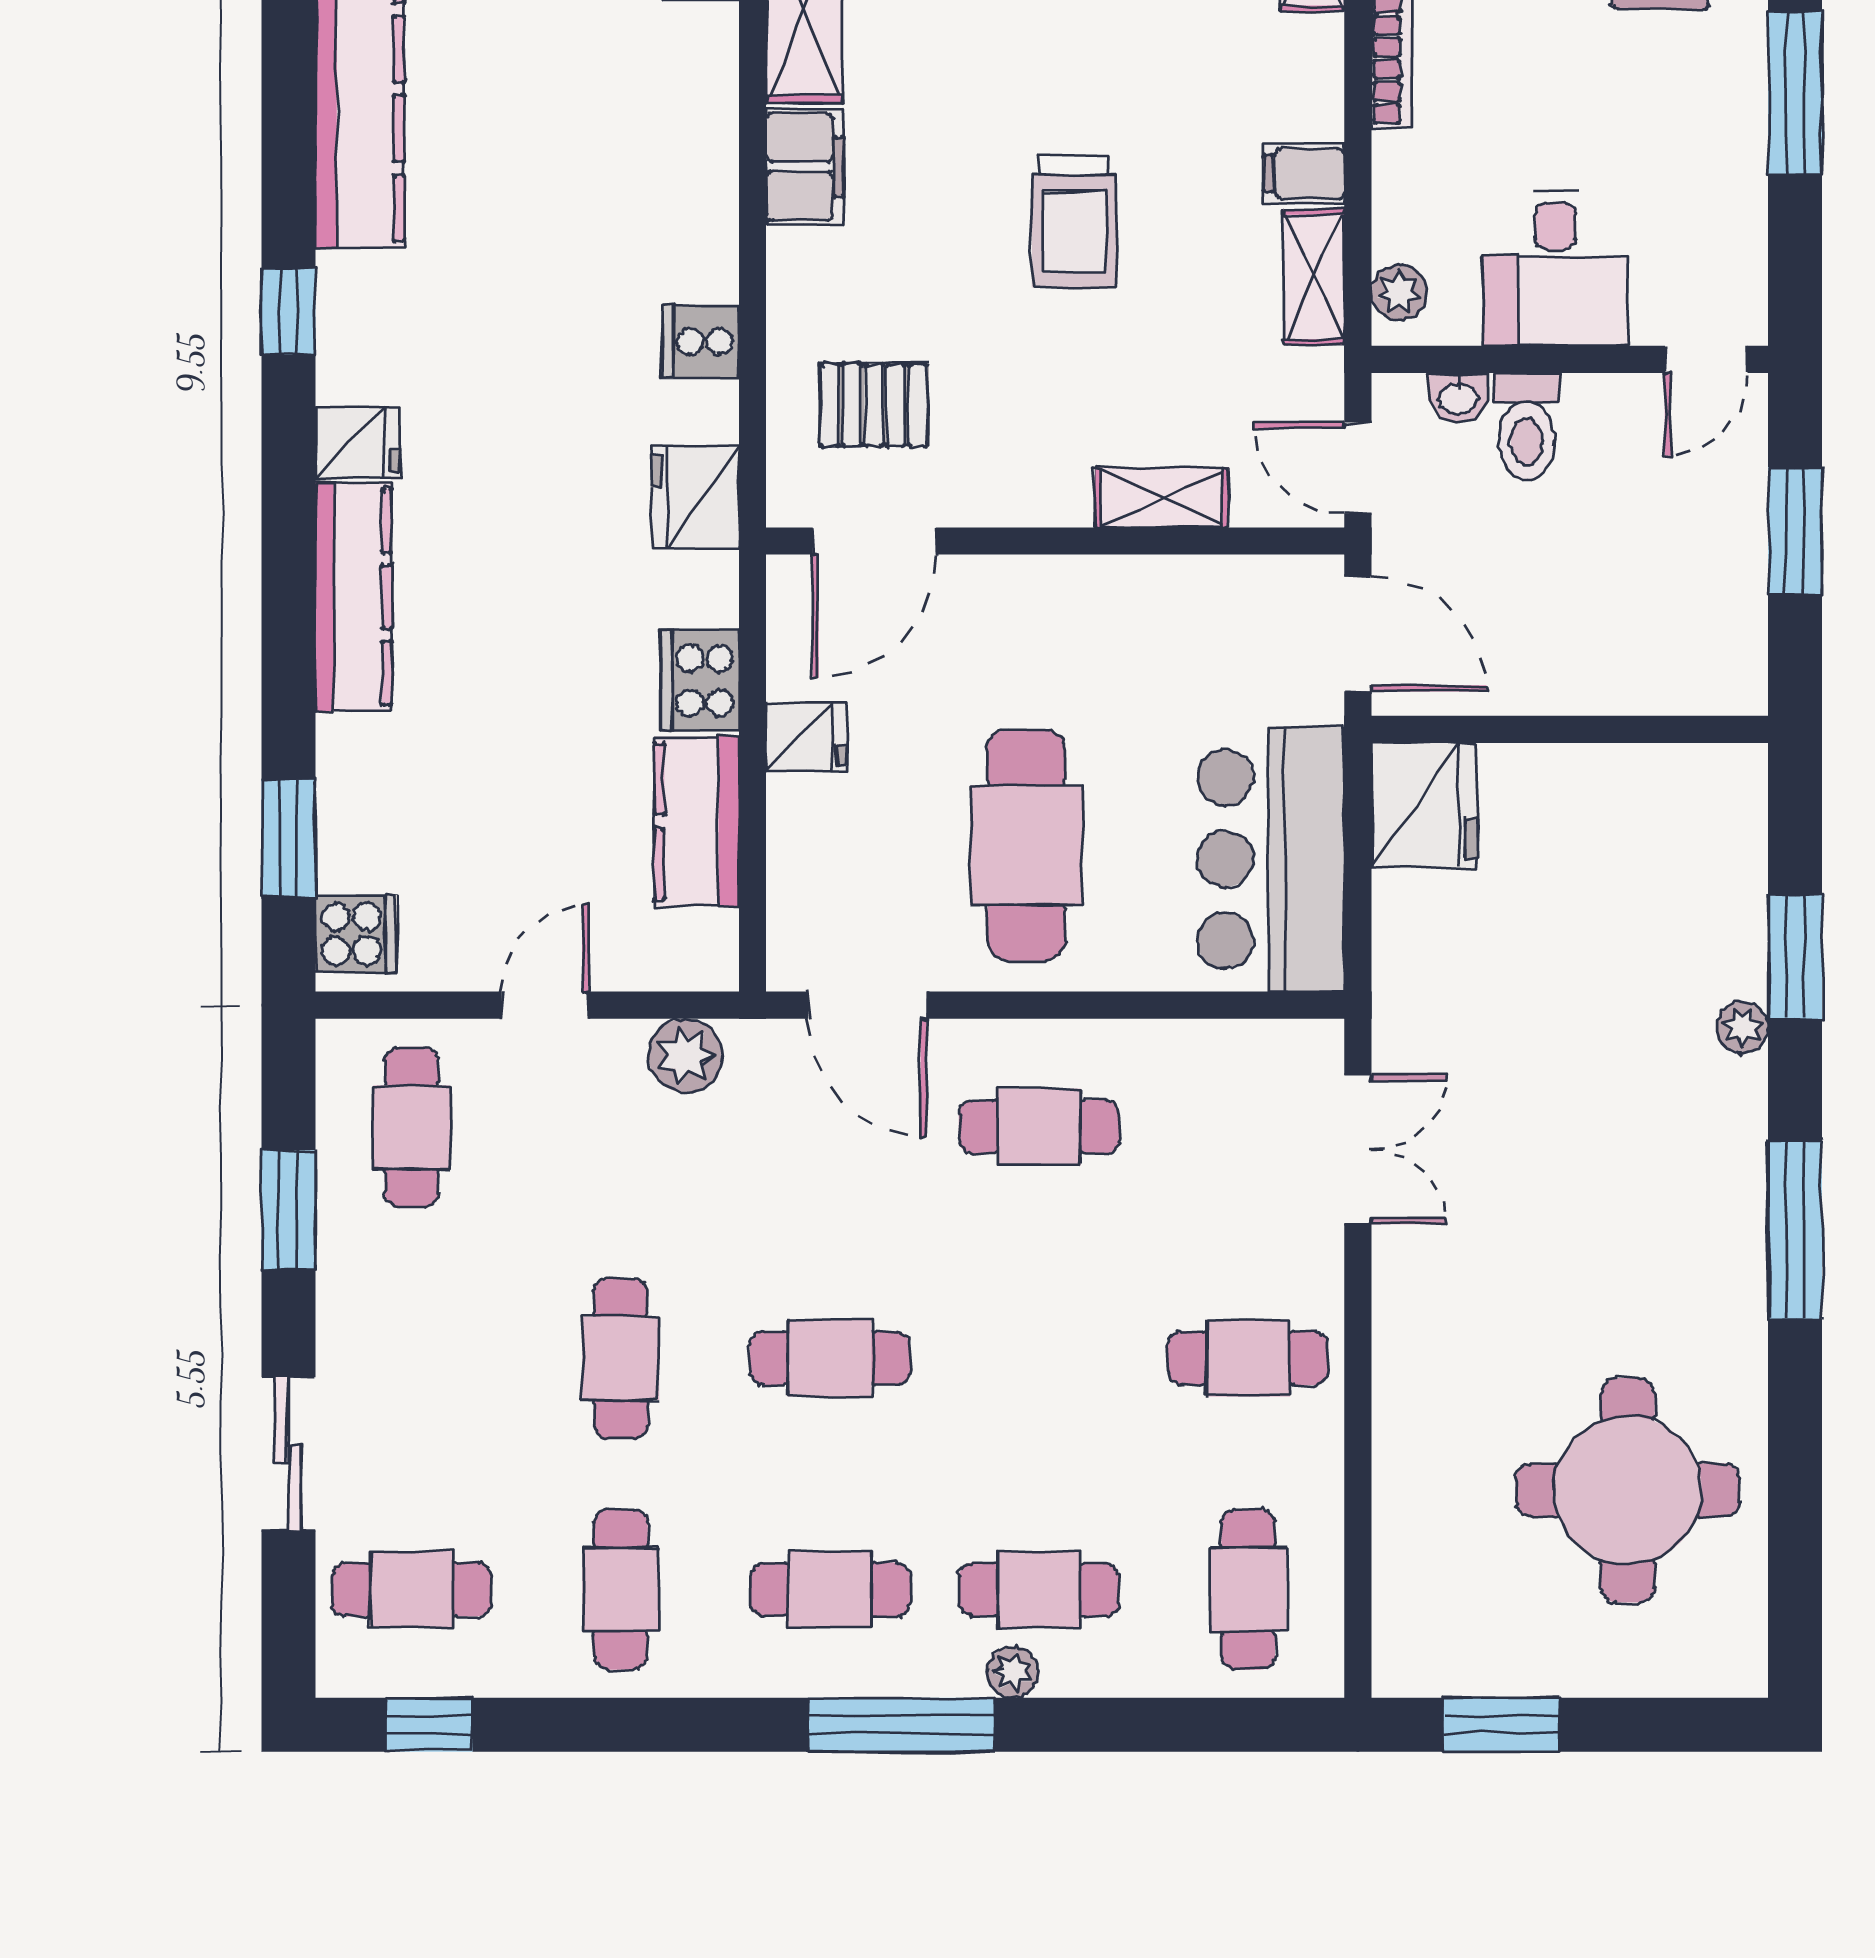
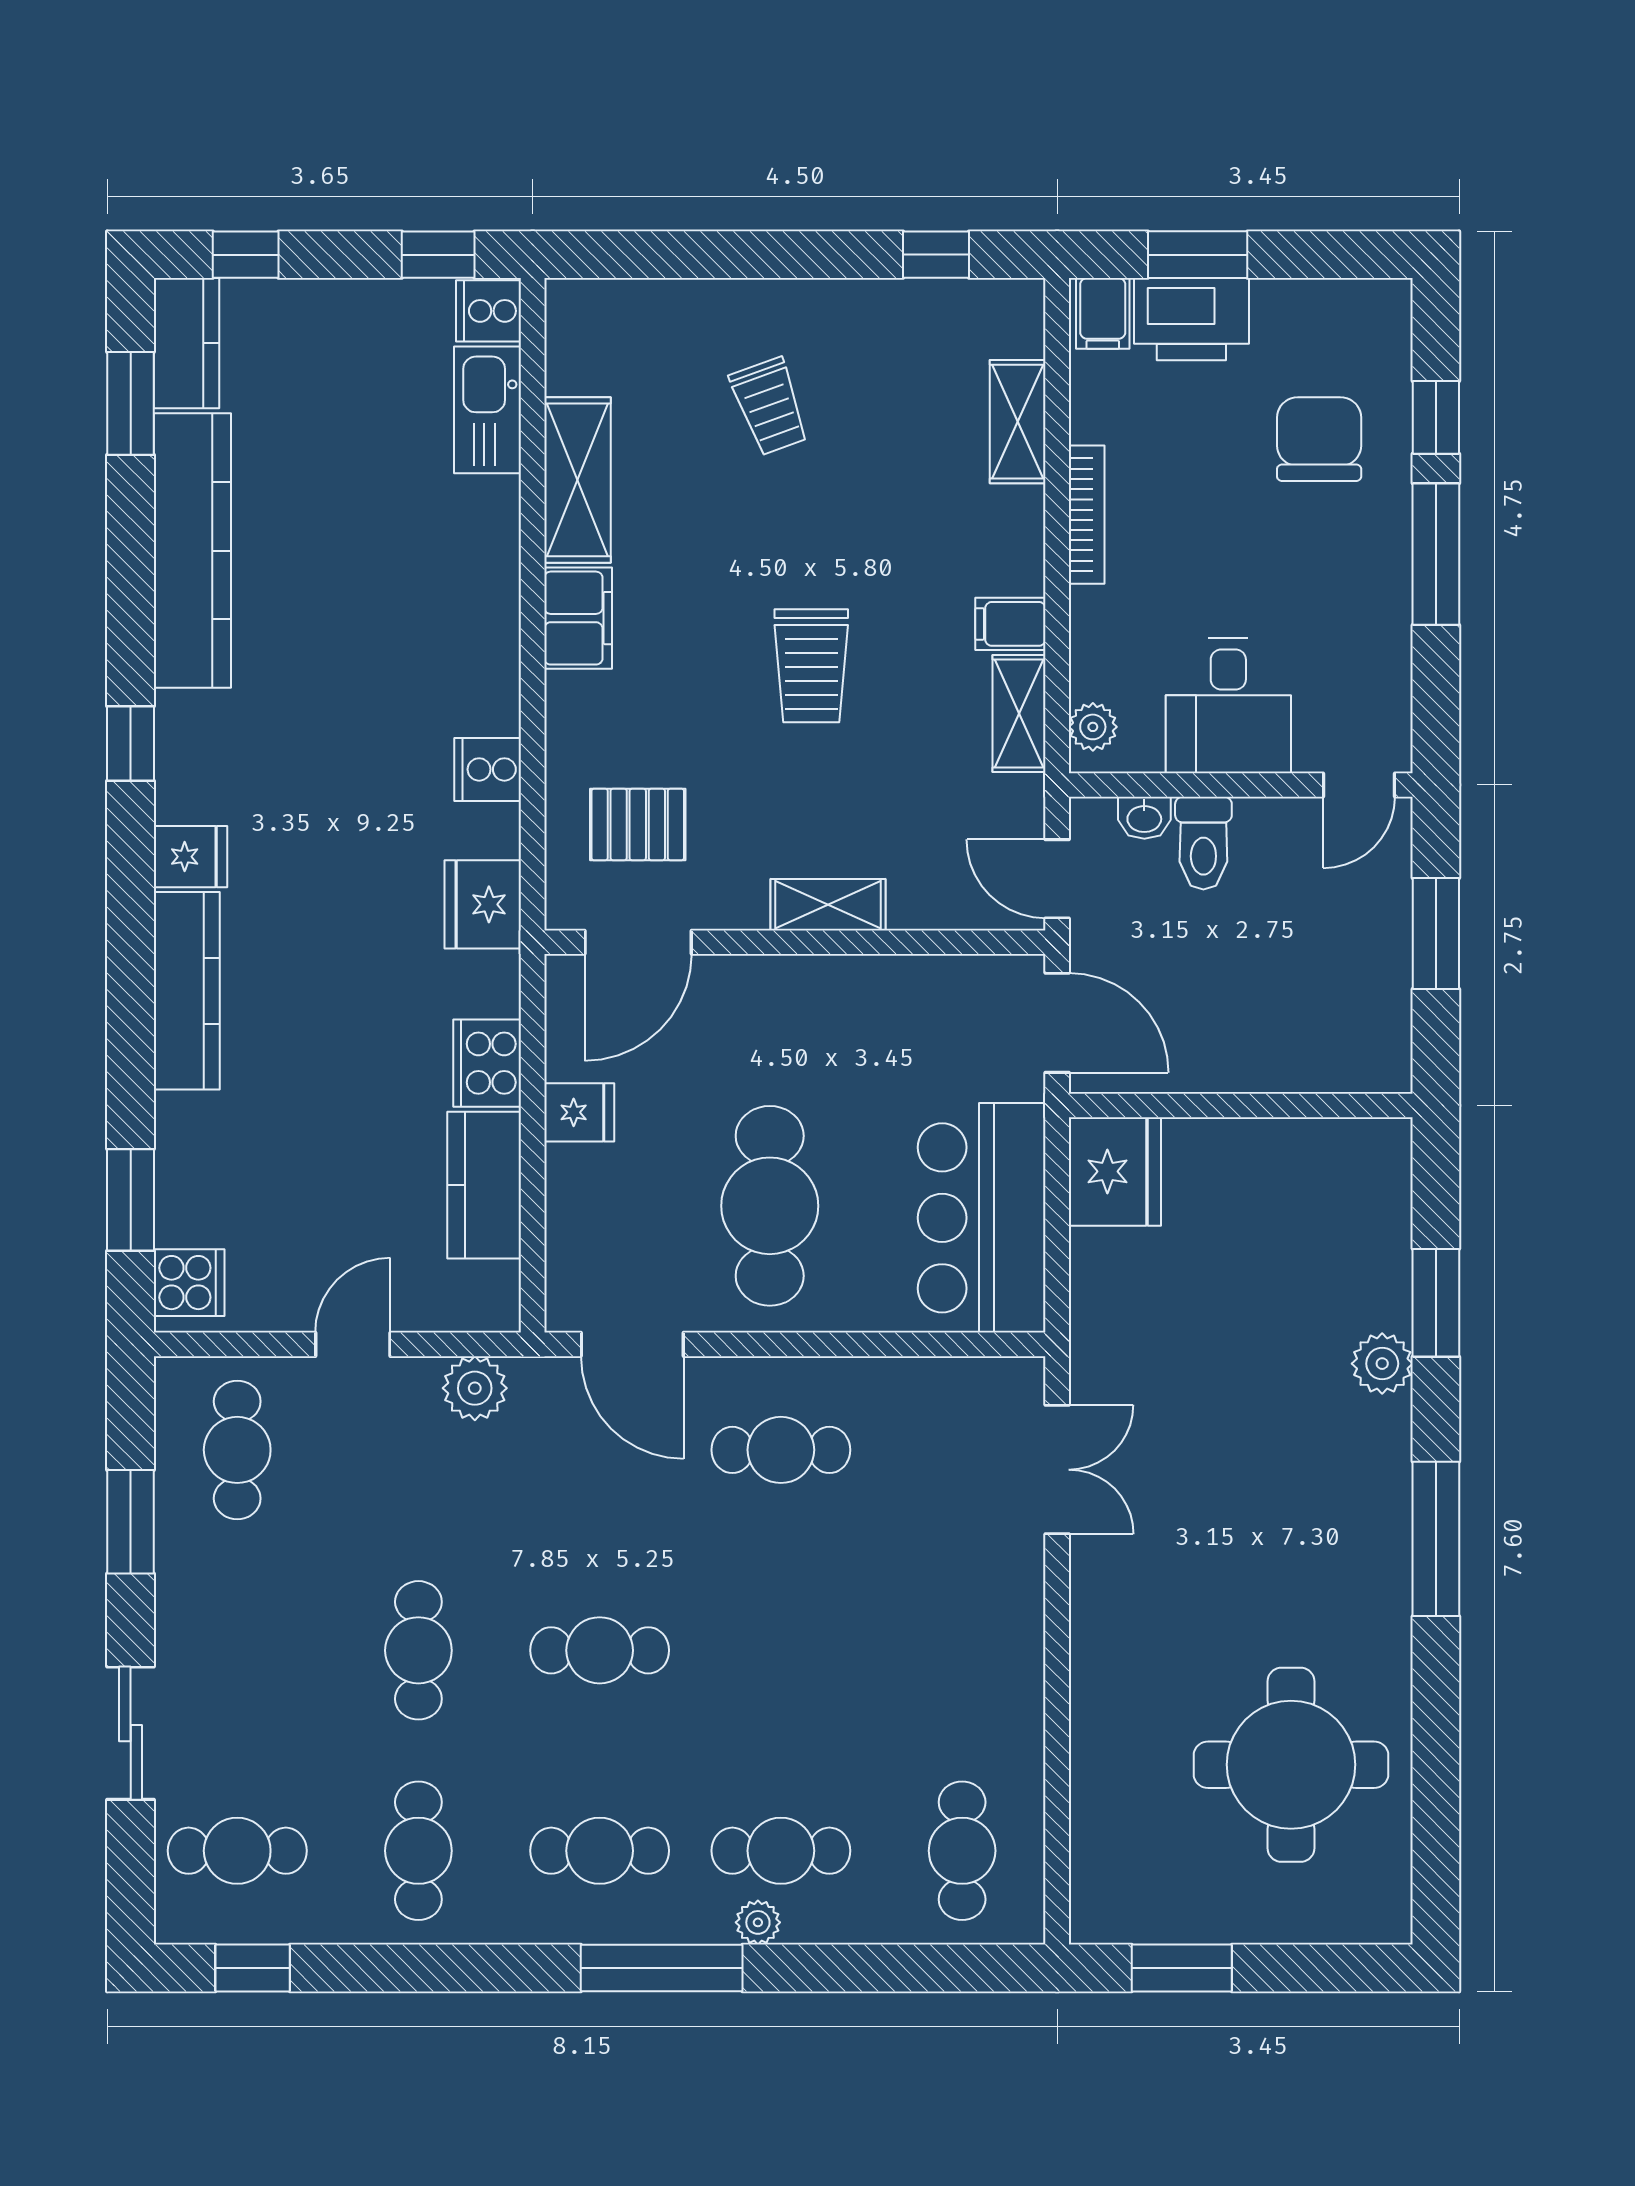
shelving: (1162, 498) -> (828, 905), moved
plant: (1743, 1027) -> (1382, 1364), width x1.38, depth x1.38
cafe table: (1248, 1358) -> (962, 1650), removed

